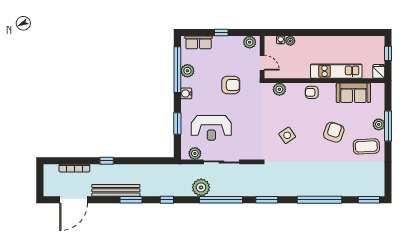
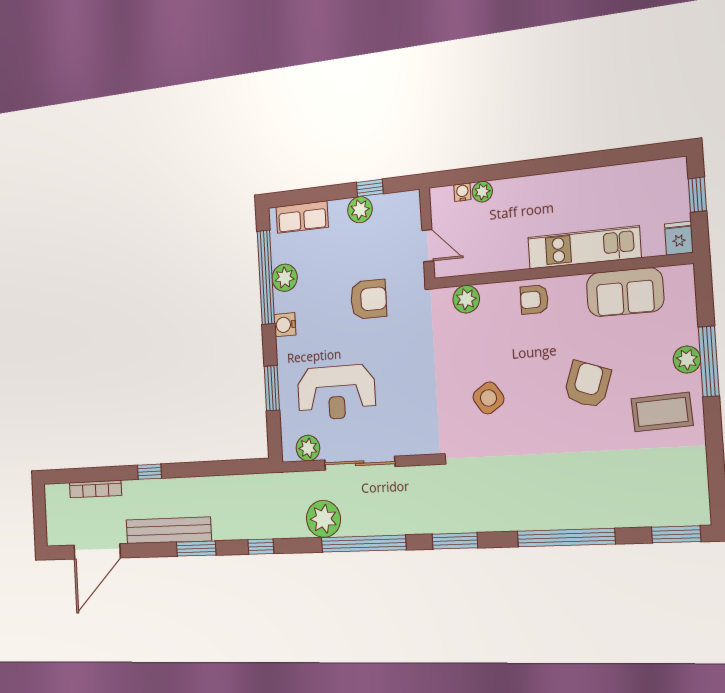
window: (221, 33) -> (370, 188), moved
plant: (250, 42) -> (360, 210), moved

